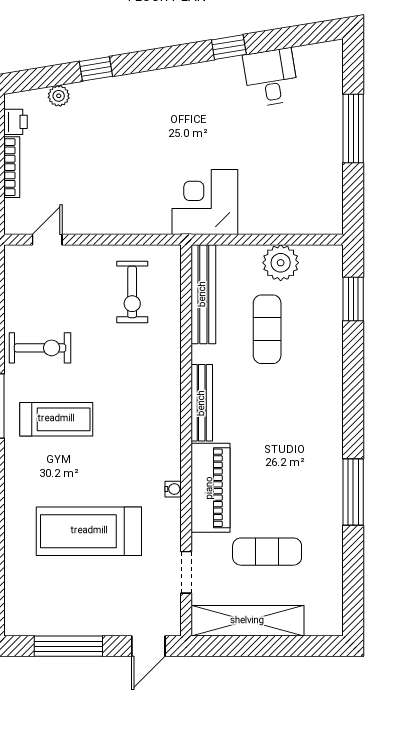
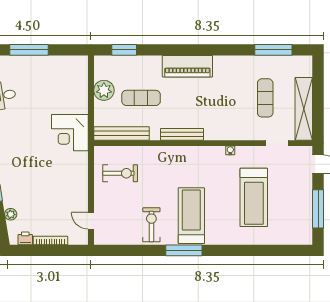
treadmill: (56, 419) -> (191, 216), width x1.37, depth x1.38
piano: (210, 488) -> (187, 66), moved, turned 180
window: (353, 492) -> (273, 50), moved

